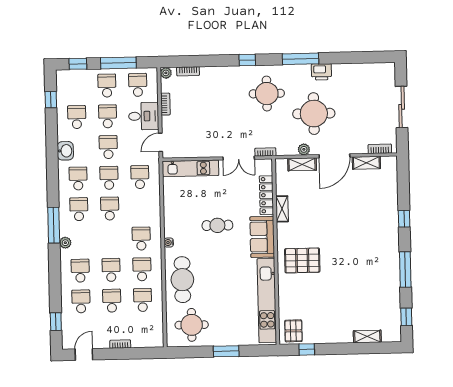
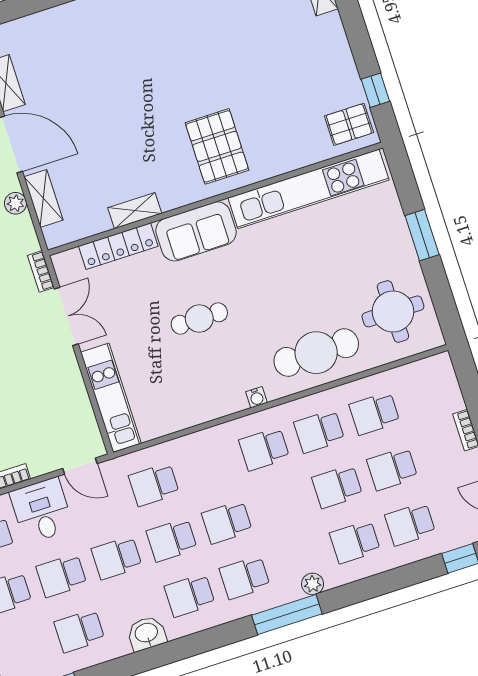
cafe table: (217, 225) -> (199, 319), turned 90

